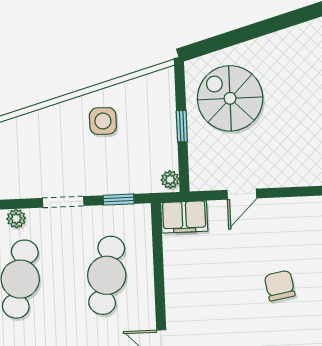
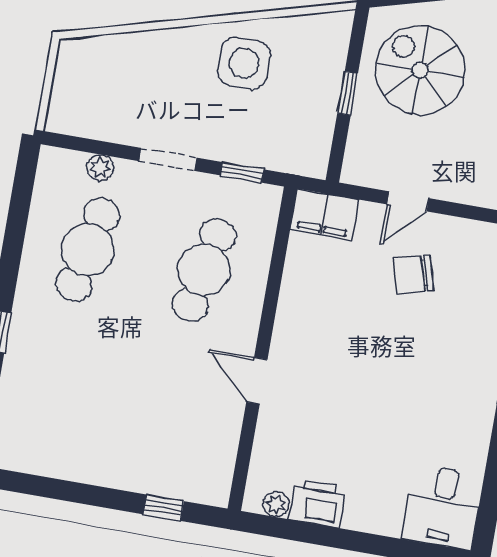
side table: (103, 121) -> (244, 63), width x1.37, depth x1.37
plant: (170, 180) -> (316, 161), removed
chair: (280, 286) -> (414, 274), moved, turned -96

